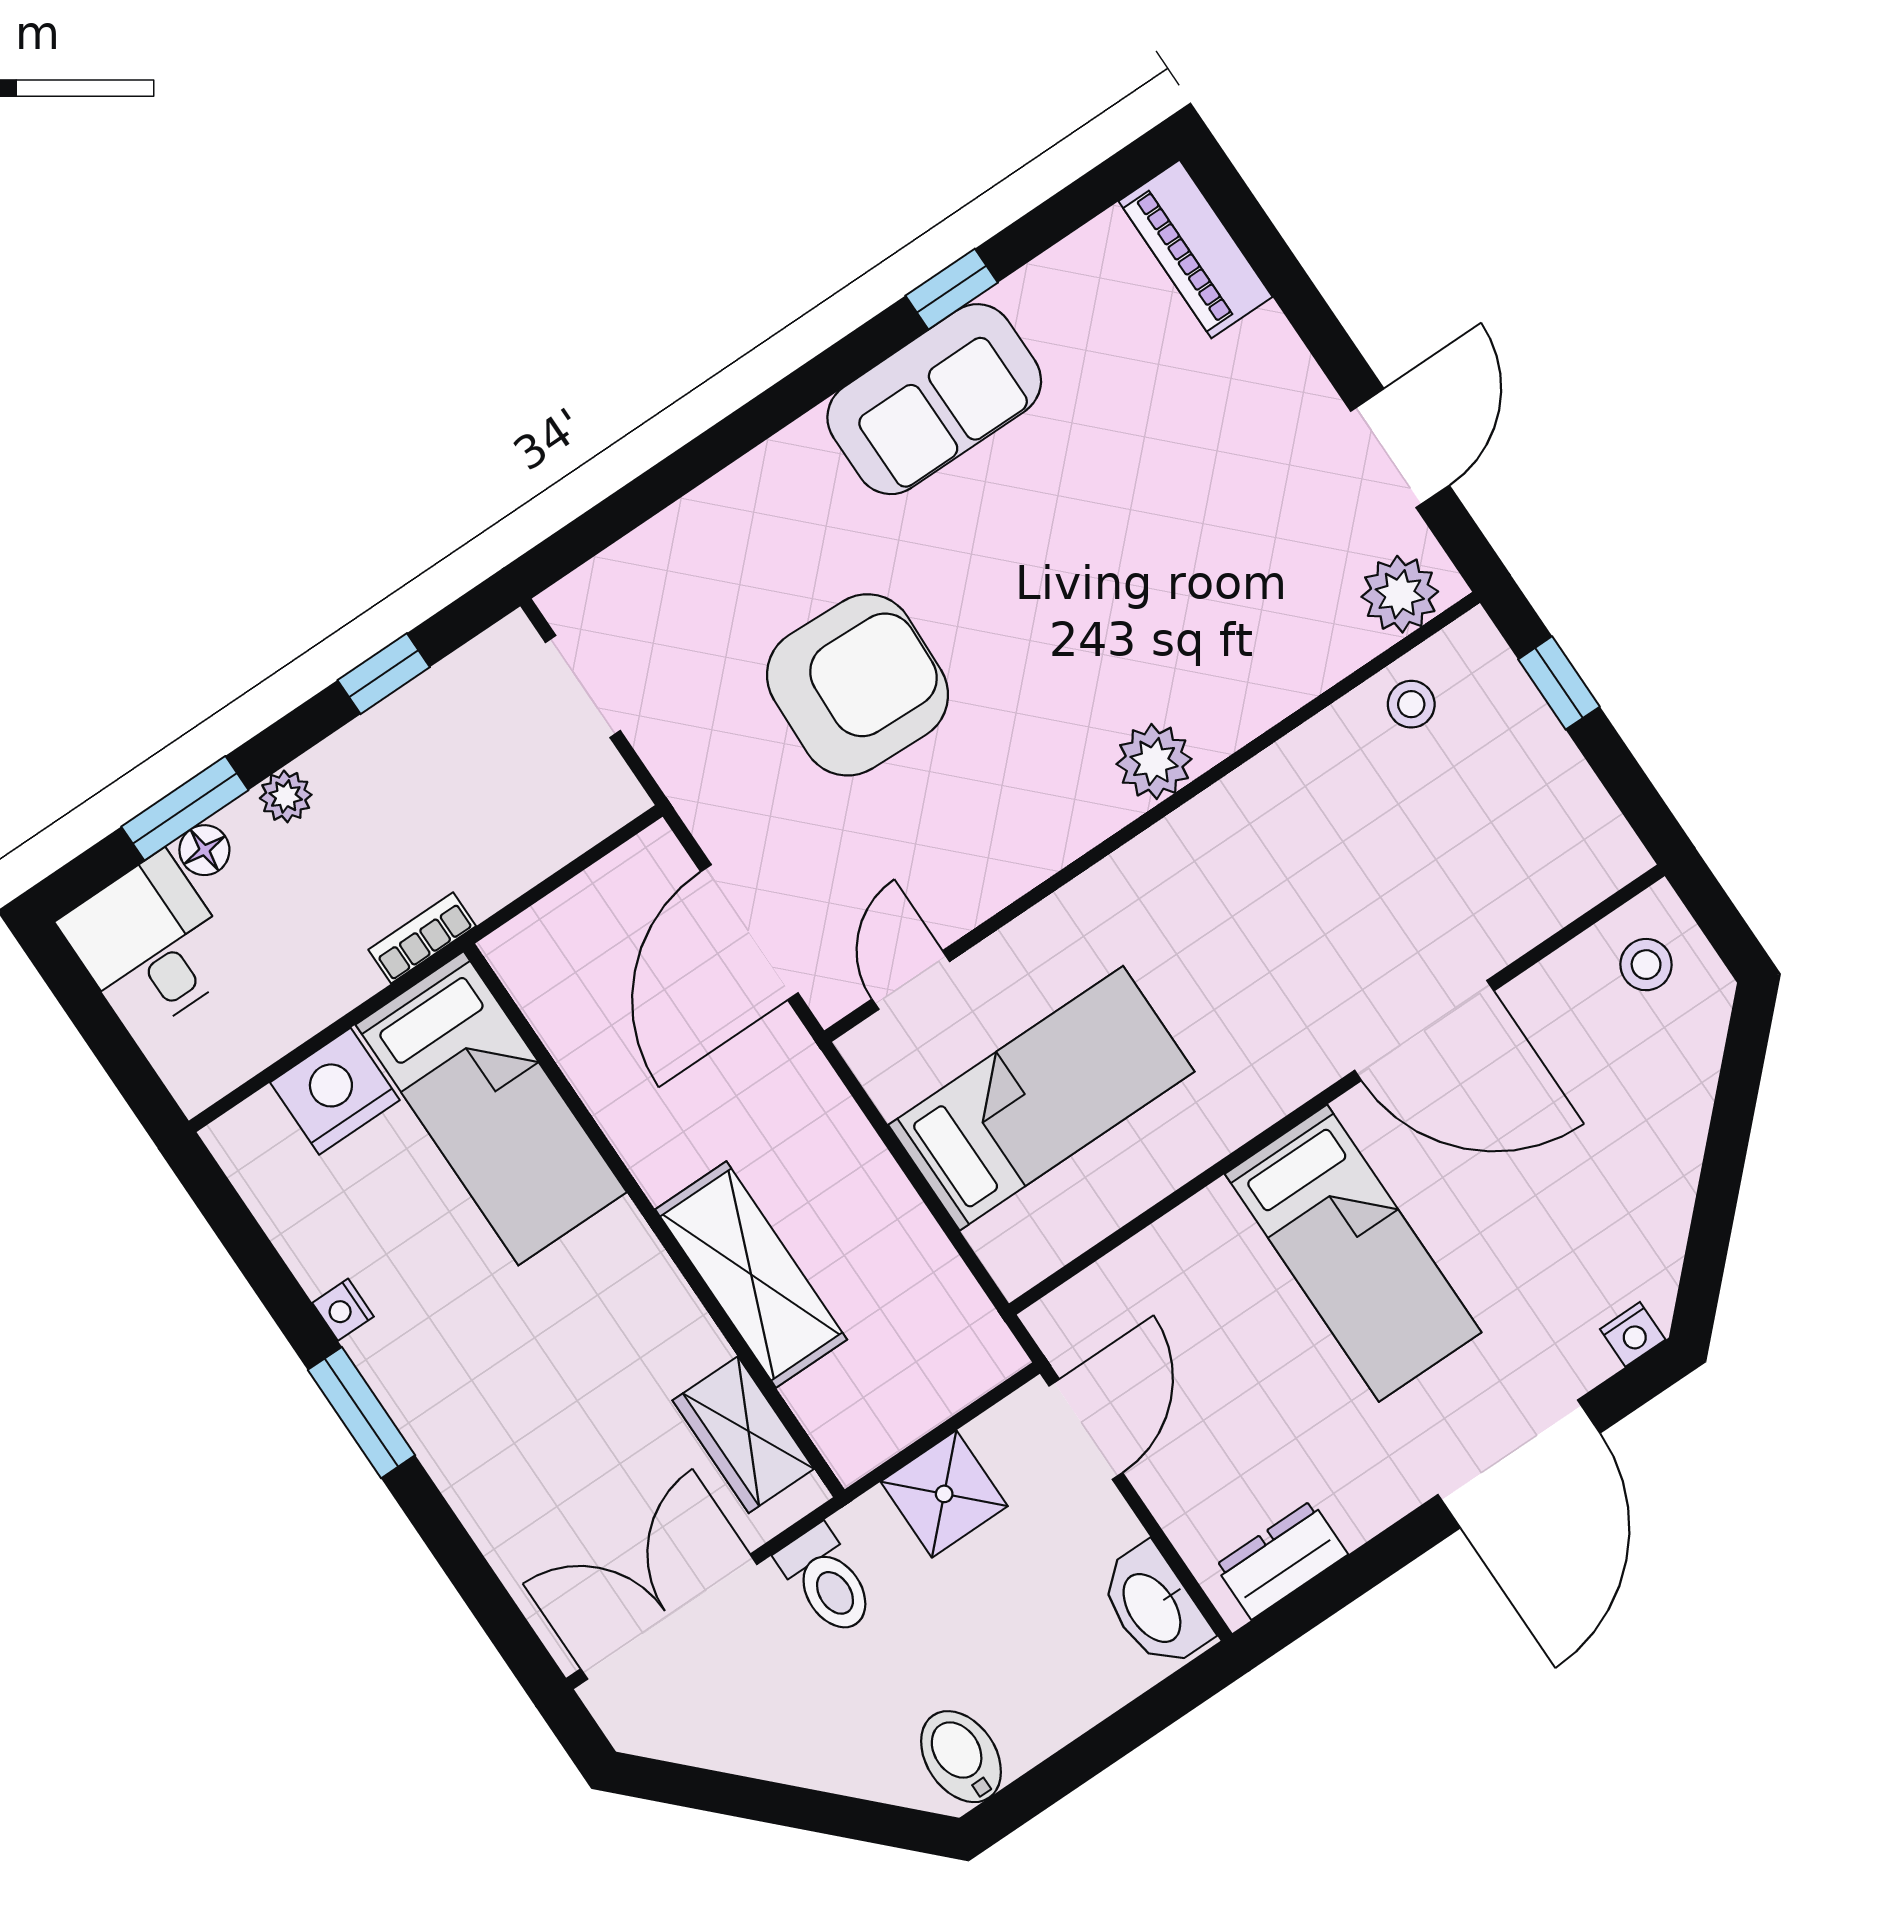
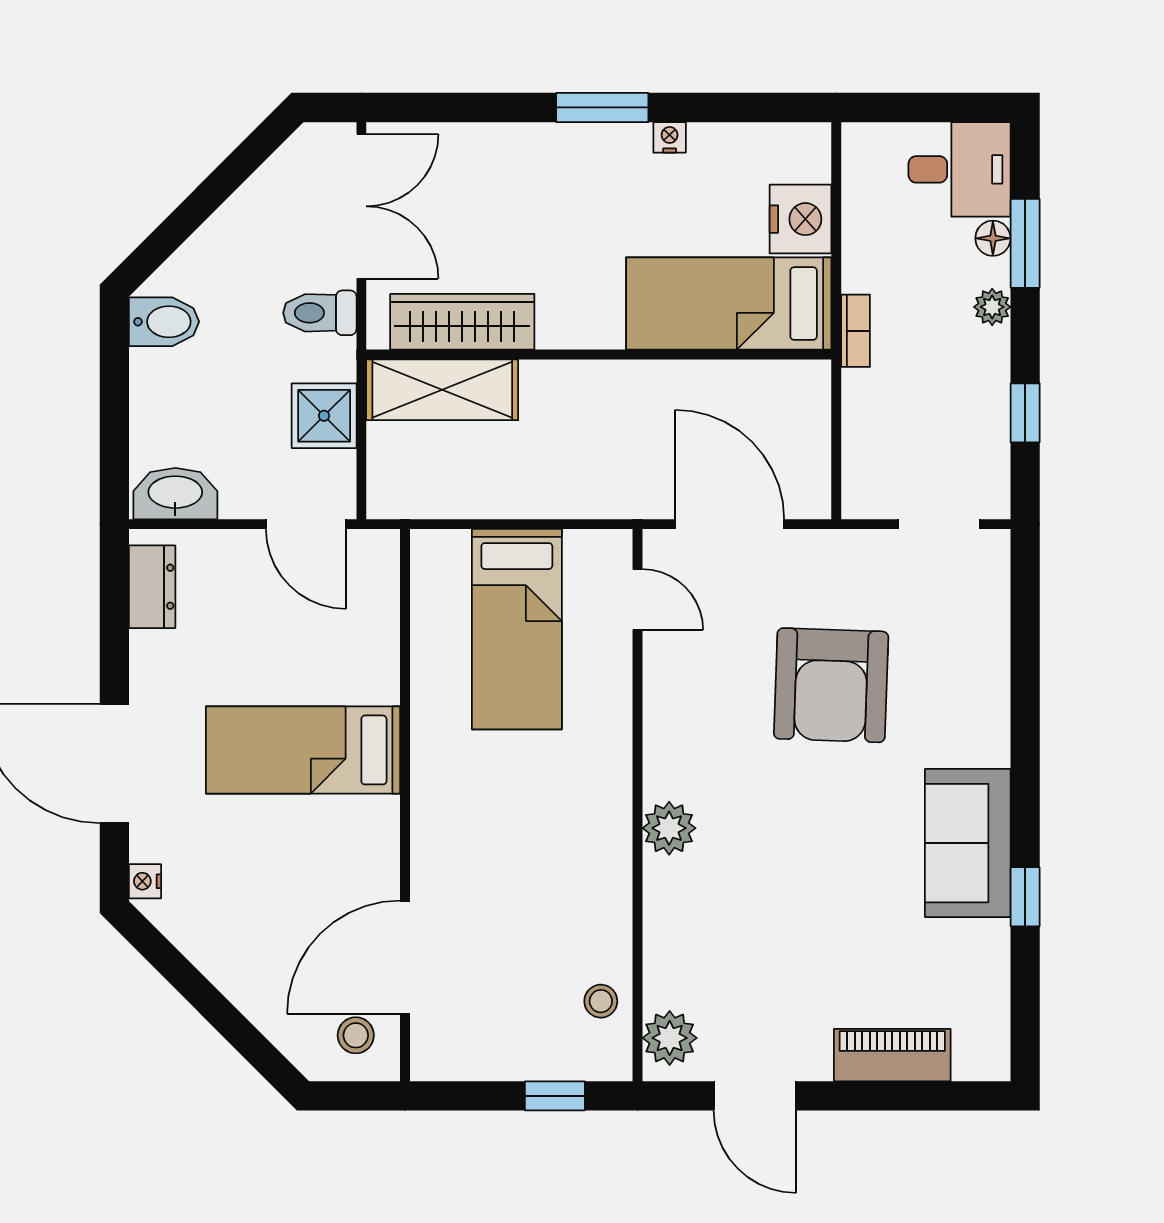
piano: (1196, 249) -> (892, 1055), moved
door: (1424, 1031) -> (405, 957), moved
shelving: (751, 1275) -> (442, 390), moved
wardrobe: (743, 1435) -> (462, 322), width x1.50

